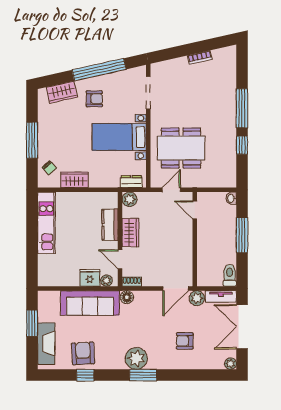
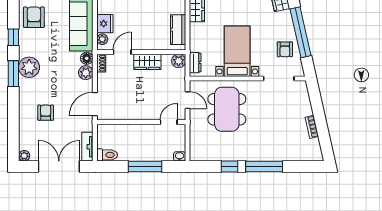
armchair: (94, 99) -> (285, 49), moved
kitchen counter: (110, 225) -> (178, 30), moved, turned -90
door: (176, 288) -> (95, 104), hinge flipped
plant: (197, 298) -> (86, 73), moved
armchair: (83, 353) -> (34, 17), turned -87
window: (85, 375) -> (13, 37), moved

